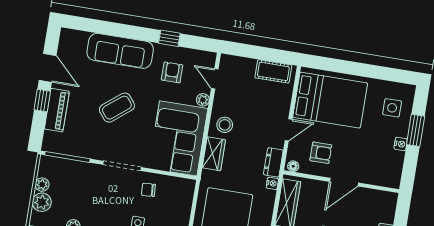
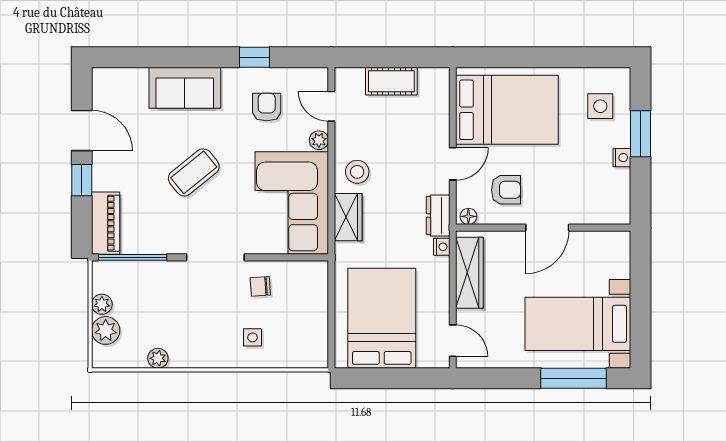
sofa: (120, 51) -> (185, 88), width x0.73
cot: (273, 71) -> (391, 81), moved
piano: (57, 110) -> (106, 223), moved

